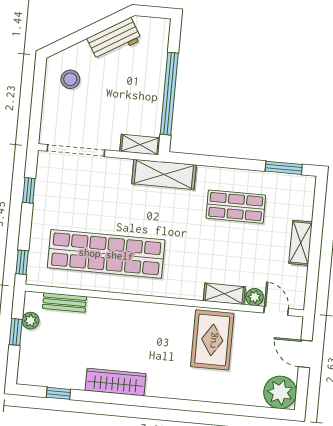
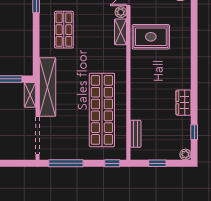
shelving: (164, 174) -> (48, 87), width x1.47
window: (29, 190) -> (66, 163), width x2.17
plant: (30, 321) -> (185, 154), moved
wardrobe: (116, 382) -> (184, 103), width x0.67

